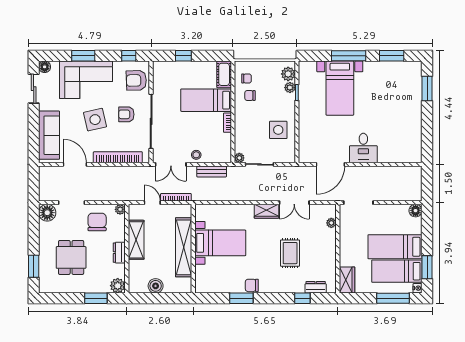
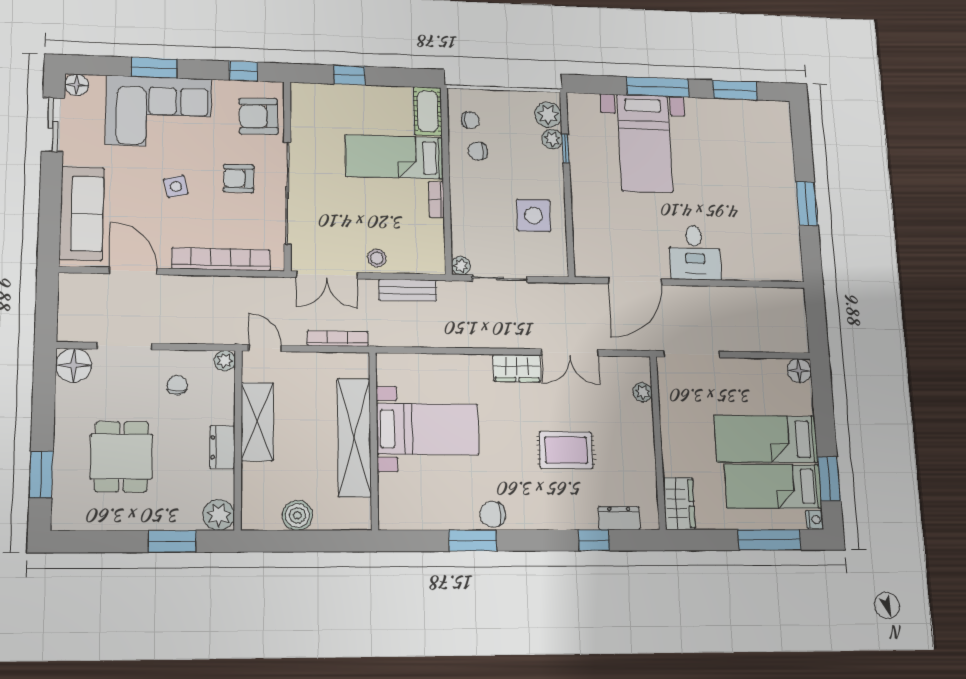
window: (427, 89) -> (807, 203), moved
side table: (95, 120) -> (176, 186), width x0.54, depth x0.54
door: (152, 203) -> (265, 348), moved
chair: (97, 222) -> (177, 385), width x0.54, depth x0.54
rug: (290, 253) -> (566, 450), turned 90

